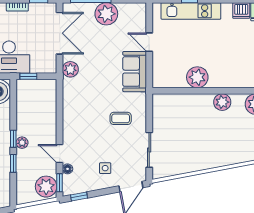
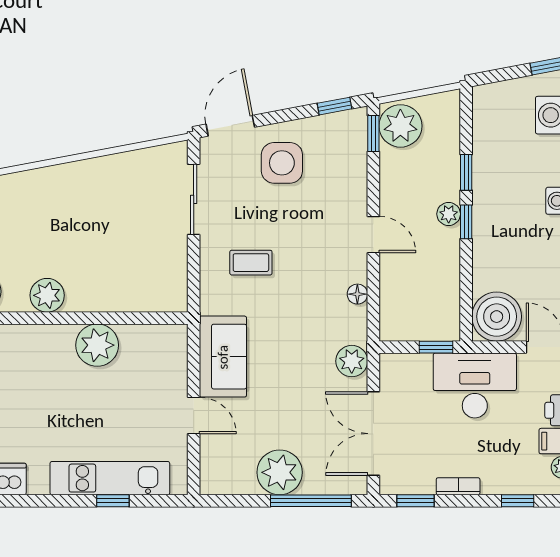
door: (60, 154) -> (373, 235), moved
side table: (105, 168) -> (282, 163), width x1.87, depth x1.87
floor lamp: (68, 169) -> (357, 294), moved

